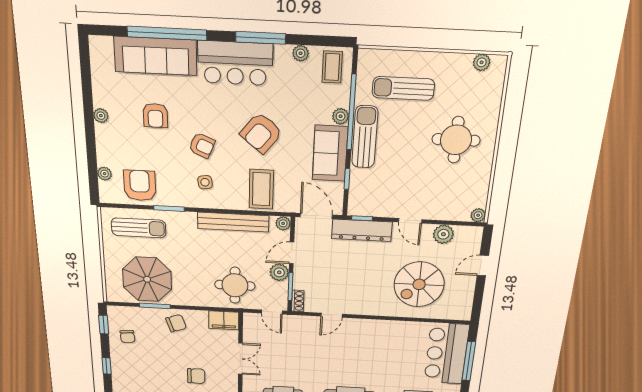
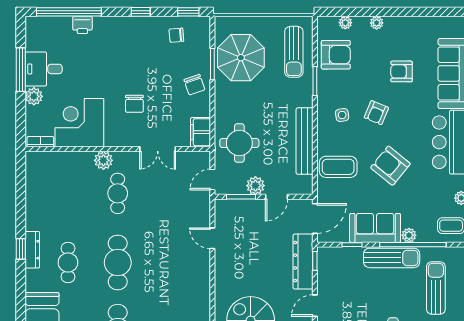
plant: (101, 116) -> (377, 23), moved
plant: (283, 223) -> (306, 188), removed
door: (292, 253) -> (277, 197), swing flipped
shoe rack: (298, 301) -> (226, 204), removed

